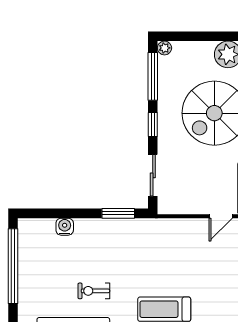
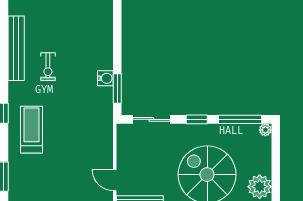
water cooler: (65, 227) -> (105, 78), moved
exercise bike: (94, 291) -> (48, 67), turned 180

